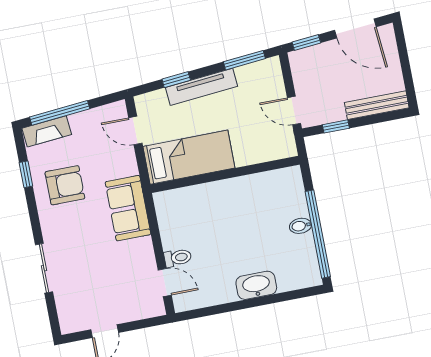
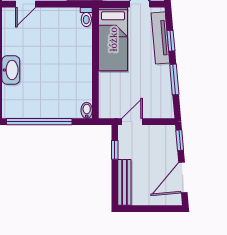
window: (244, 60) -> (174, 79), moved
tv unit: (201, 87) -> (160, 38), moved
bidet: (300, 226) -> (87, 110), moved
toilet: (178, 258) -> (86, 17), moved

